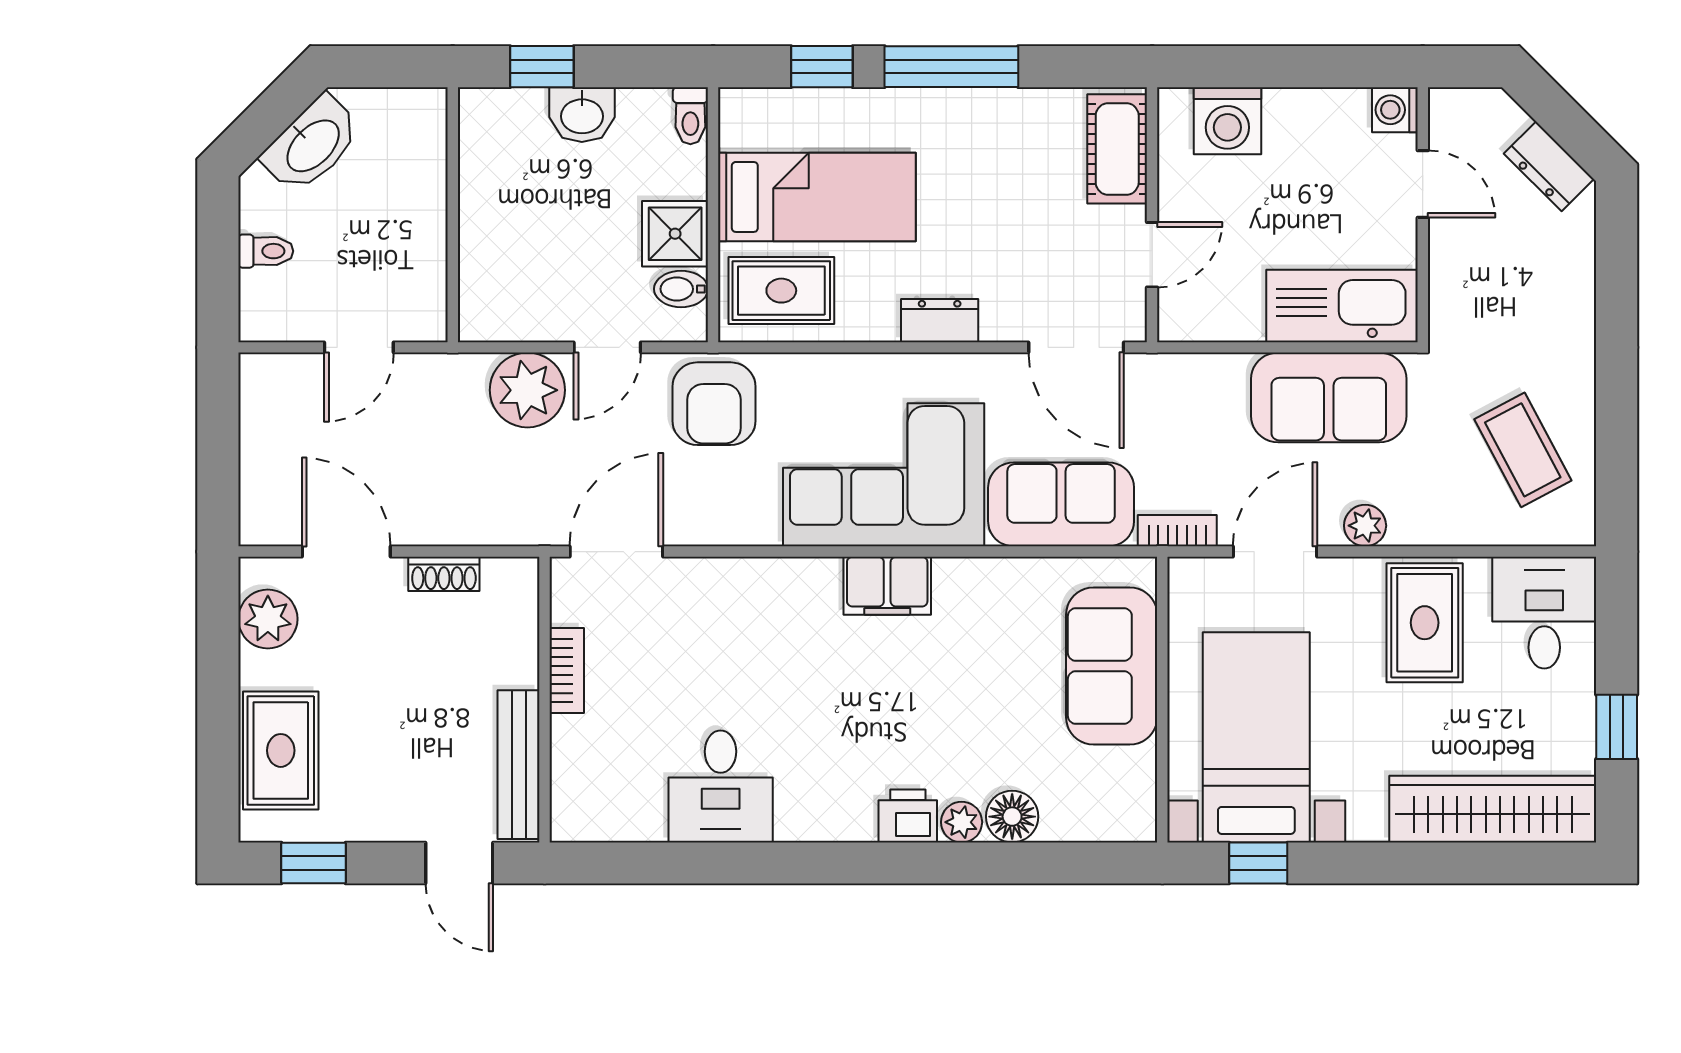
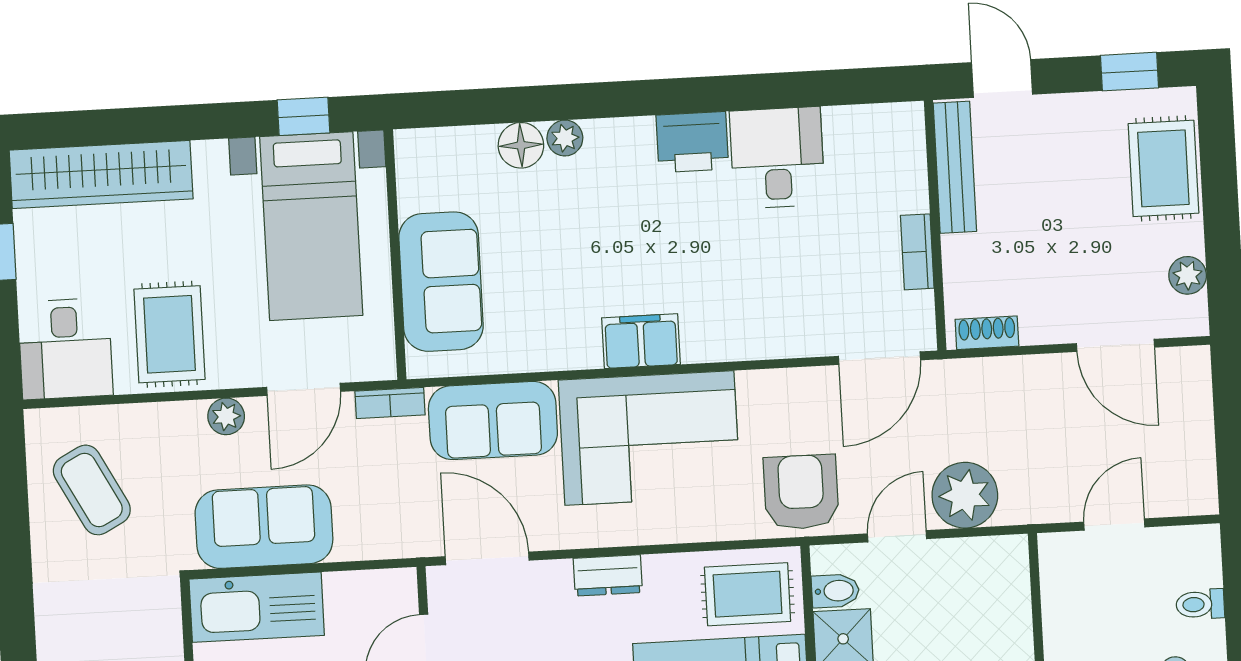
shoe rack: (444, 574) -> (987, 333), moved
plant: (268, 619) -> (1188, 275), width x0.73, depth x0.73
printer: (908, 816) -> (692, 142), moved, width x1.36, depth x1.24

